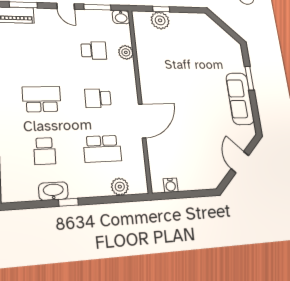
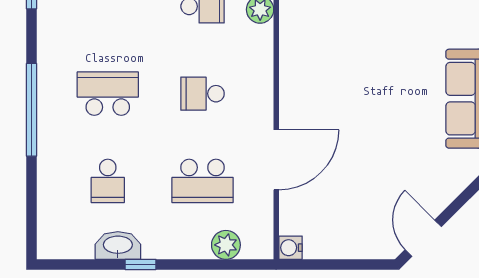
door: (142, 121) -> (276, 160), moved
door: (240, 162) -> (423, 238), moved
water cooler: (171, 185) -> (290, 248), moved, turned 90

